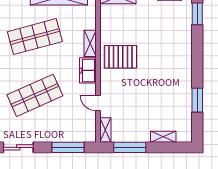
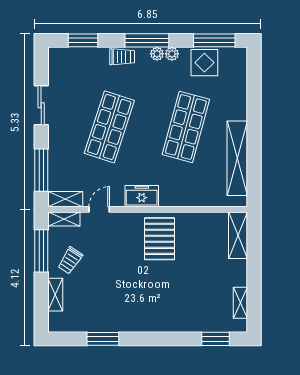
shop shelf: (35, 37) -> (186, 127), turned 30
shelving: (90, 43) -> (65, 199), moved
shop shelf: (35, 95) -> (109, 127), turned 42
trolley: (137, 125) -> (70, 260), added

